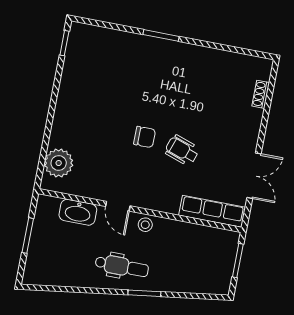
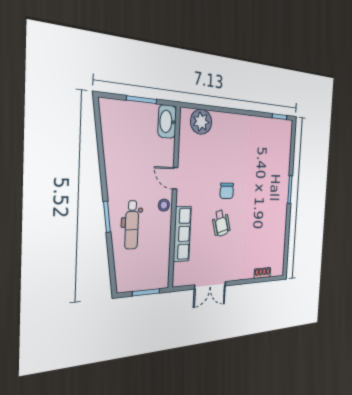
wheelchair: (182, 150) -> (221, 223), turned 145
door: (118, 206) -> (175, 178), hinge flipped
row of seats: (212, 211) -> (182, 234), moved
washbasin: (78, 212) -> (167, 122), moved
dental chair: (122, 266) -> (132, 225), moved

